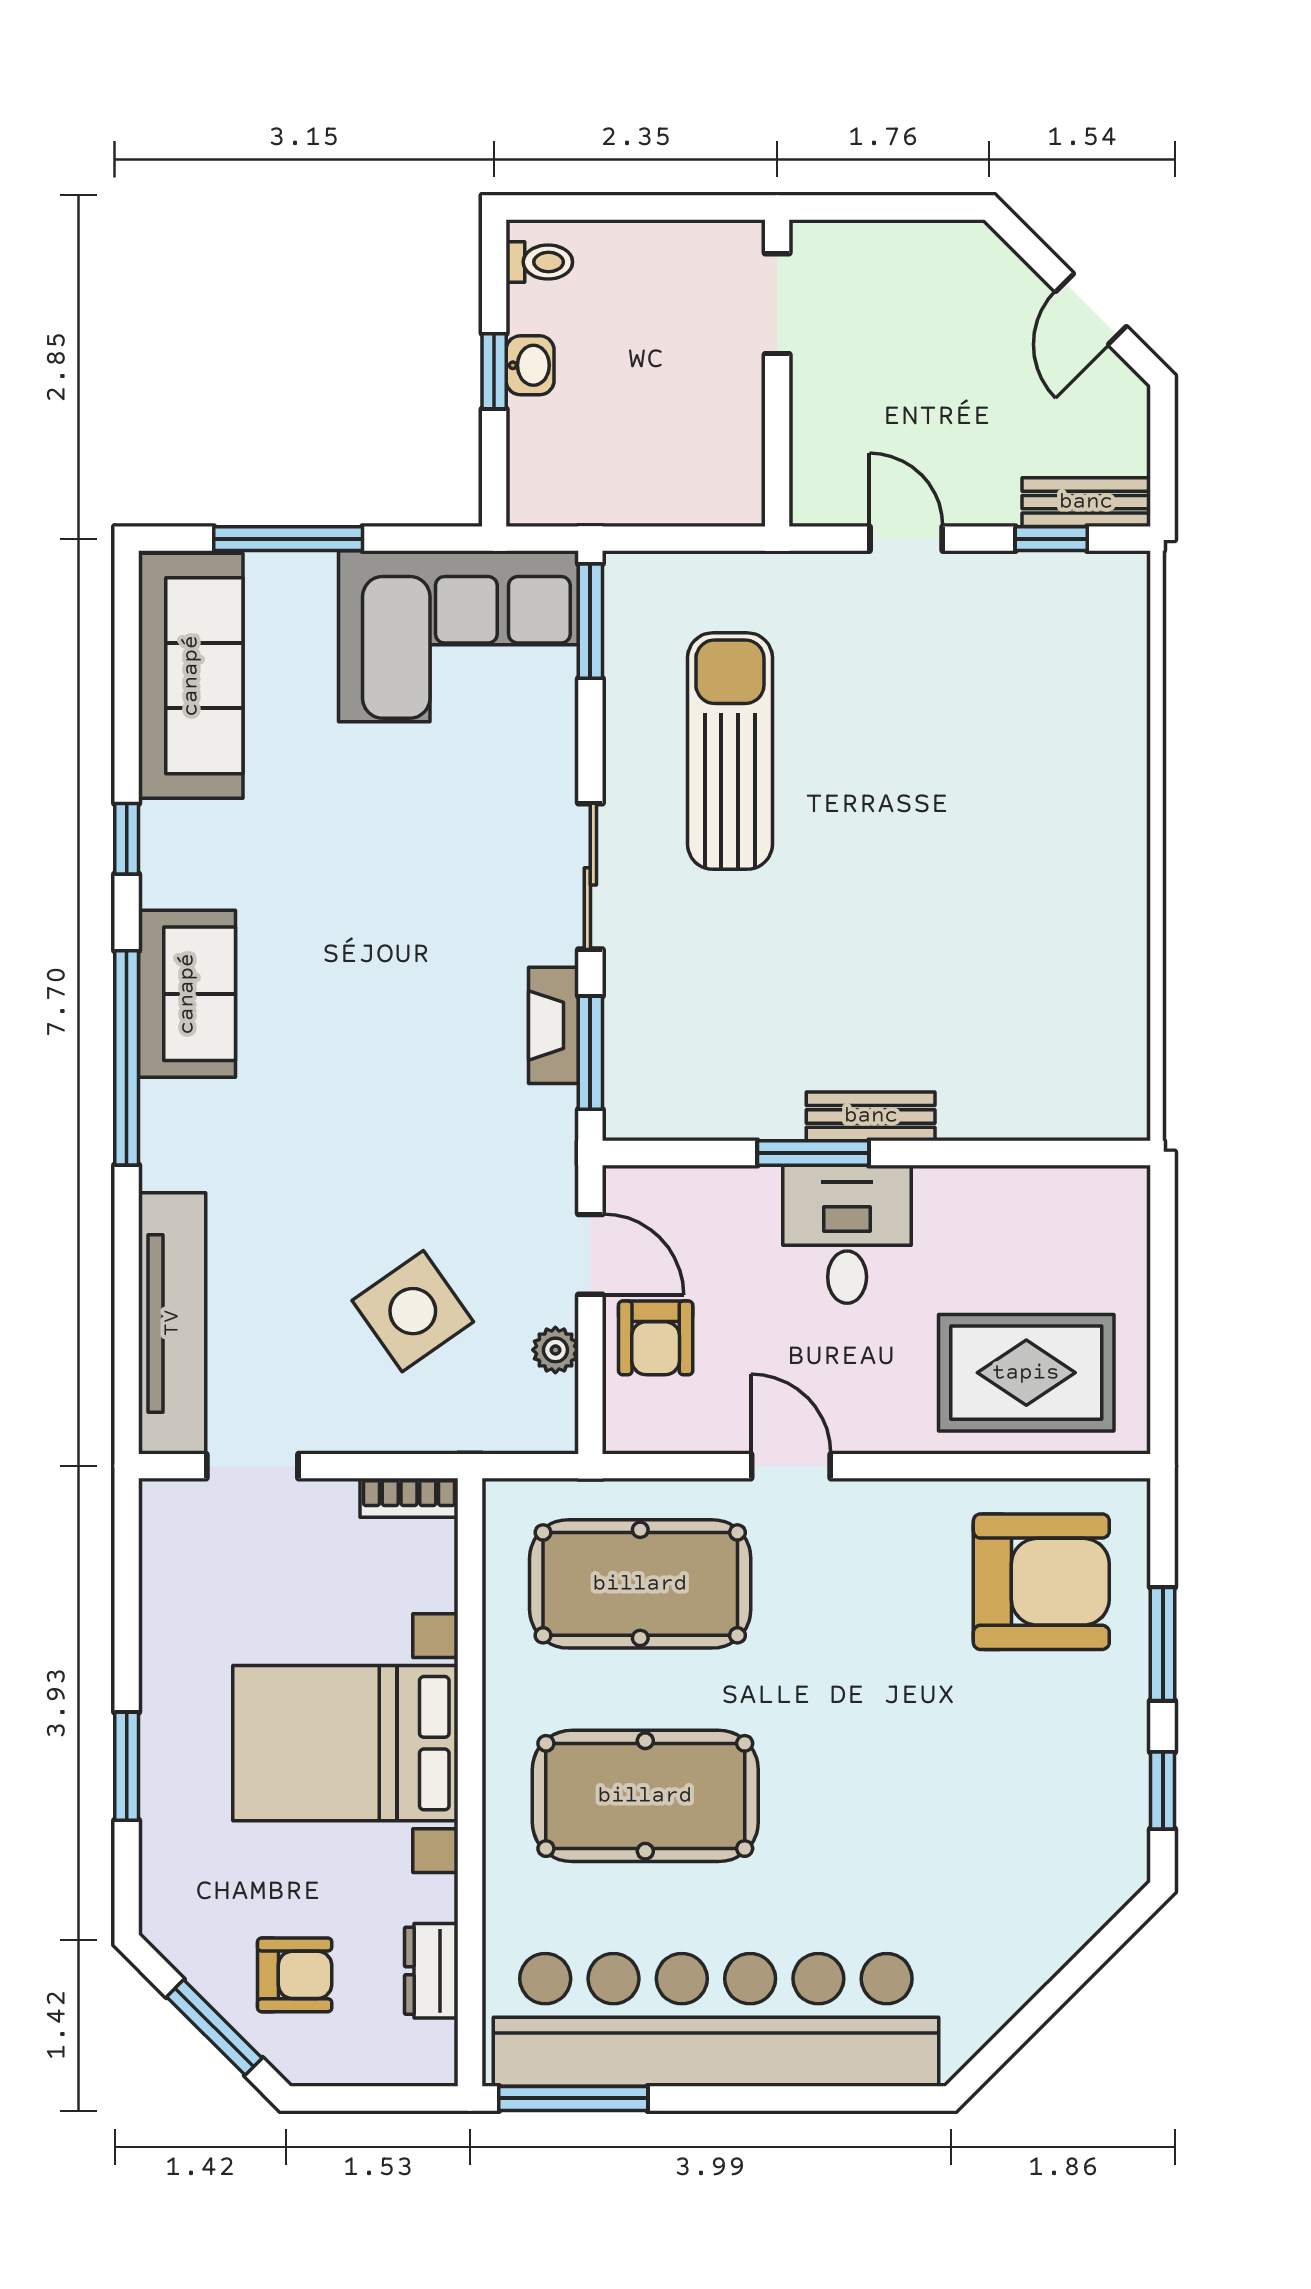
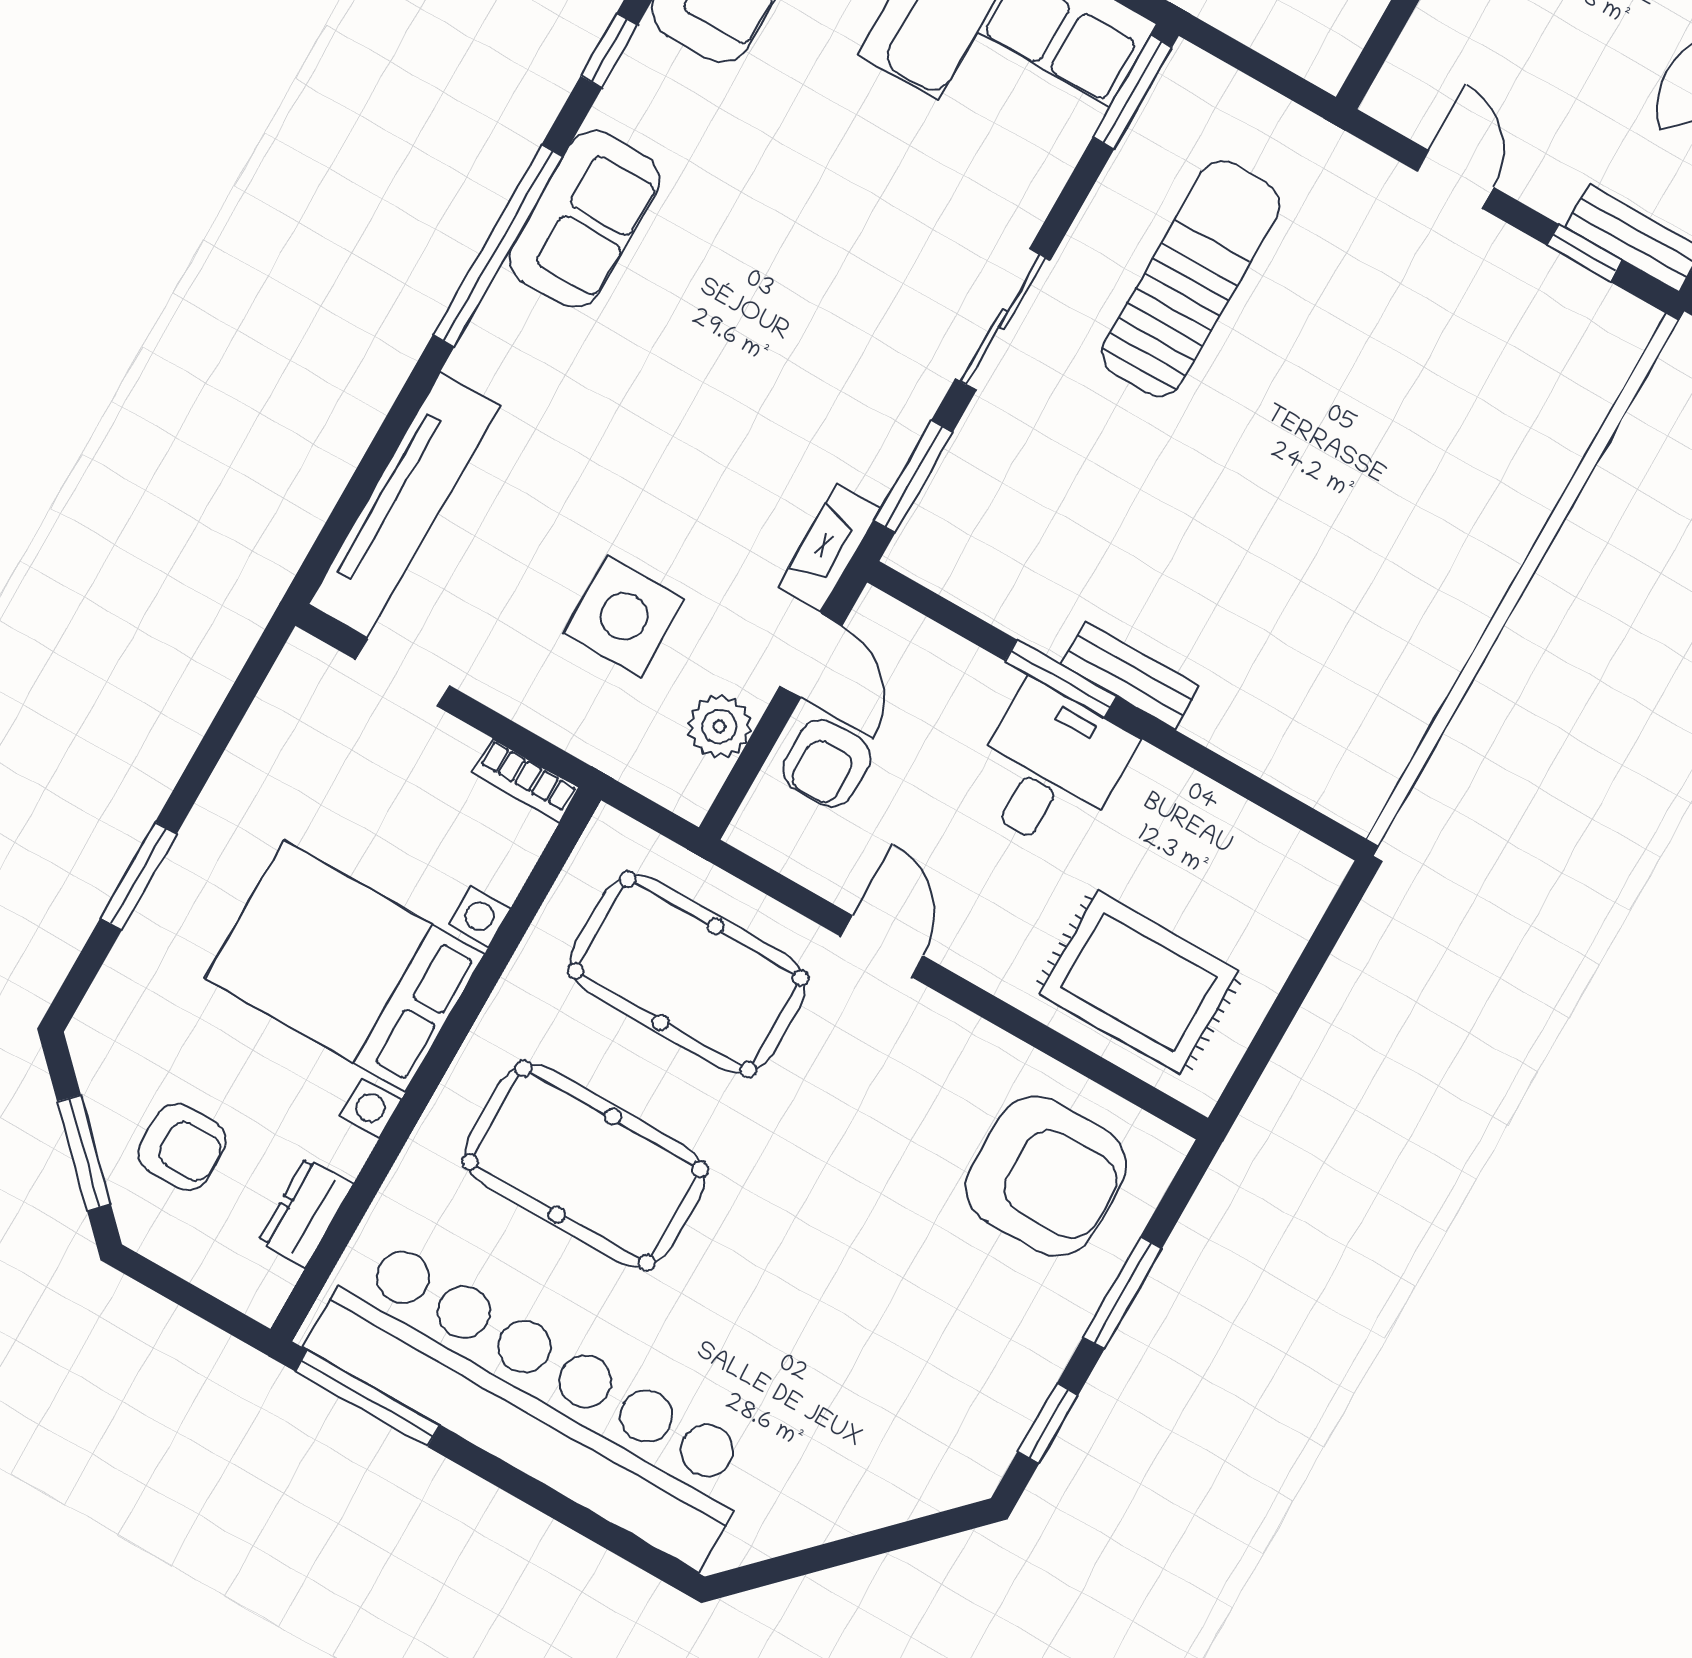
fireplace: (554, 1025) -> (829, 548), moved
side table: (413, 1311) -> (624, 616), turned 35
plant: (555, 1350) -> (719, 726), width x1.38, depth x1.38

